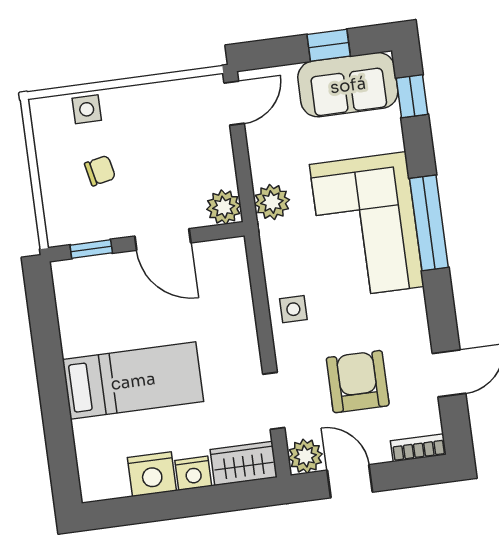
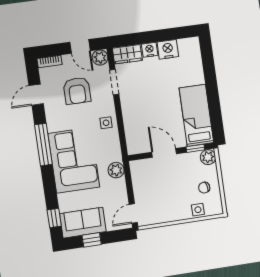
chair: (100, 171) -> (204, 188), moved
plant: (224, 207) -> (208, 157), moved
window: (429, 223) -> (43, 145), moved
bed: (133, 381) -> (196, 115), moved, turned 90

